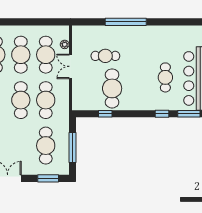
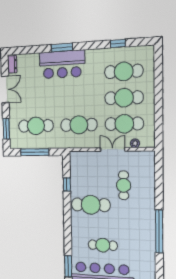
window: (126, 22) -> (159, 231), moved
cafe table: (112, 88) -> (91, 205), moved
cafe table: (21, 100) -> (78, 99), removed
window: (162, 114) -> (68, 240), removed

